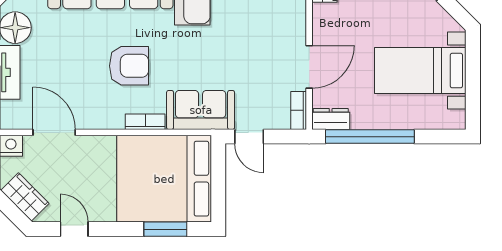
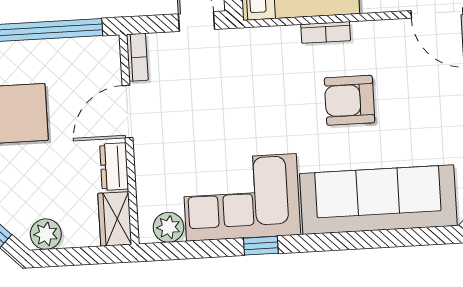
sofa: (201, 110) -> (258, 51), removed
dresser: (331, 119) -> (114, 167), moved, turned 90

